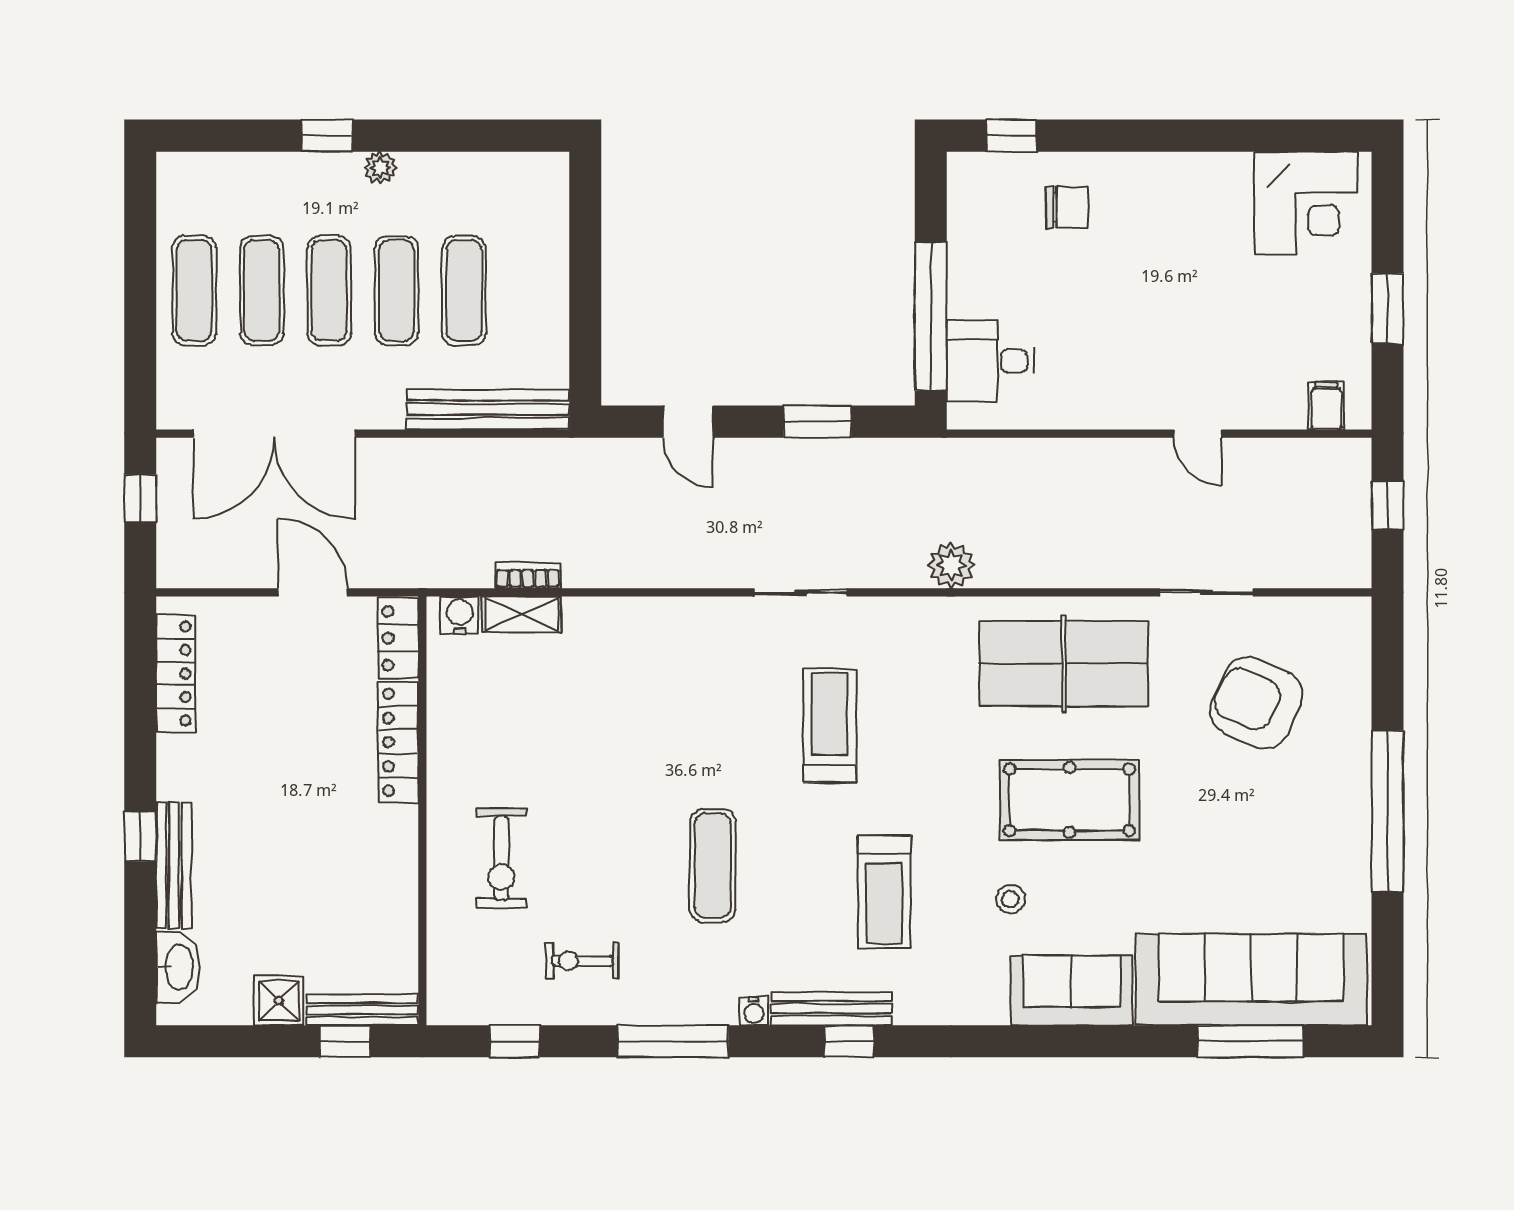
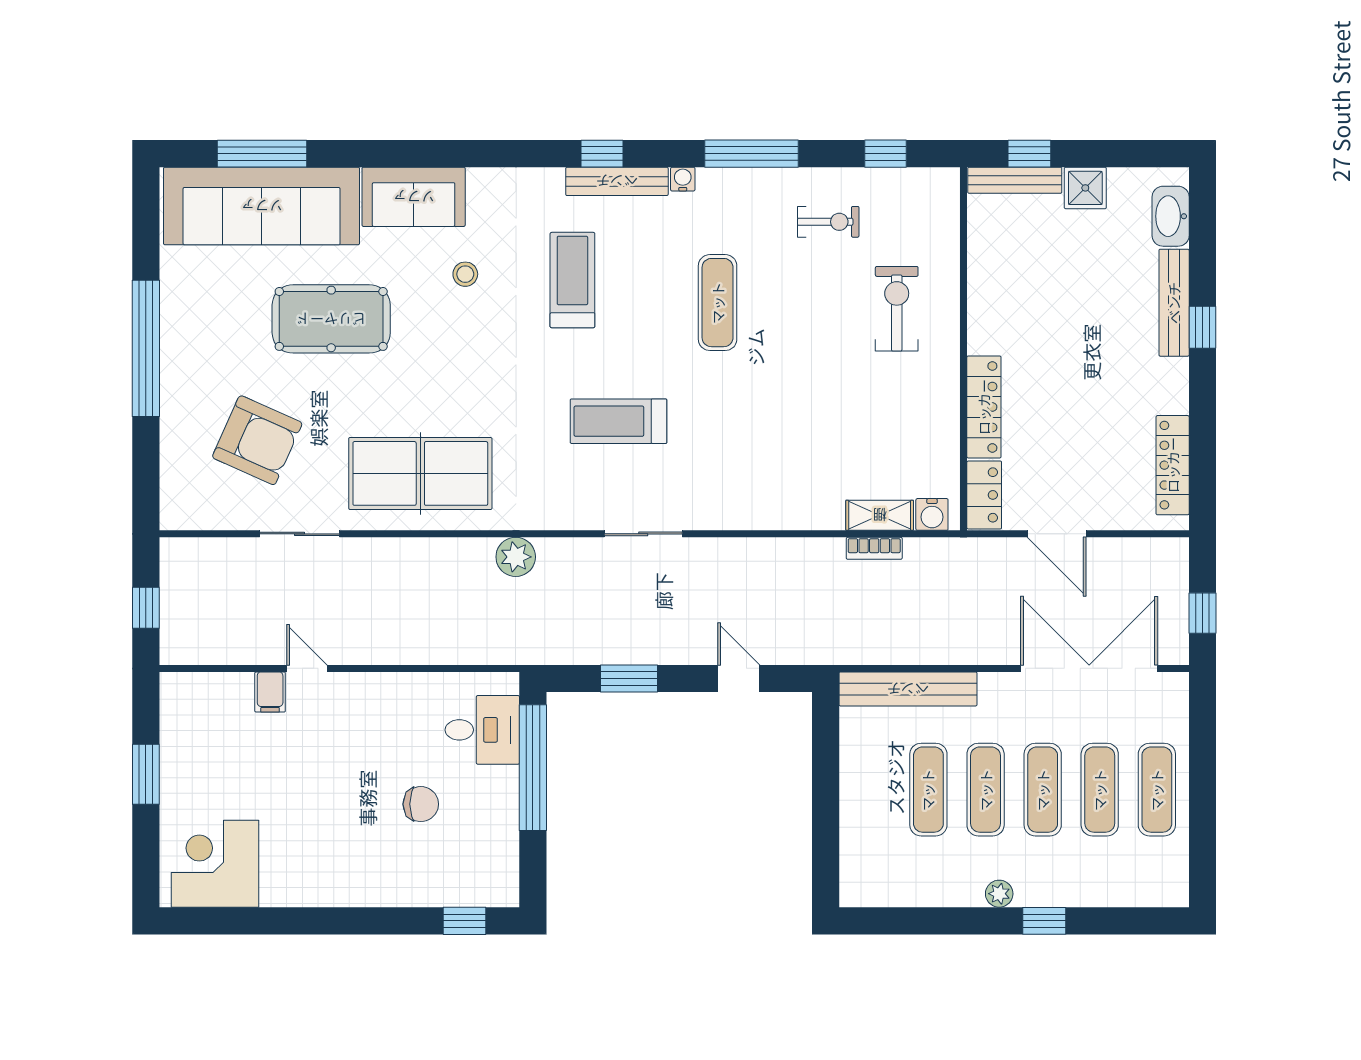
chair: (1067, 207) -> (421, 804), moved, turned 180
filing cabinet: (1326, 406) -> (270, 692), moved
treadmill: (830, 725) -> (619, 421), turned 90
pool table: (1069, 800) -> (331, 319), moved

